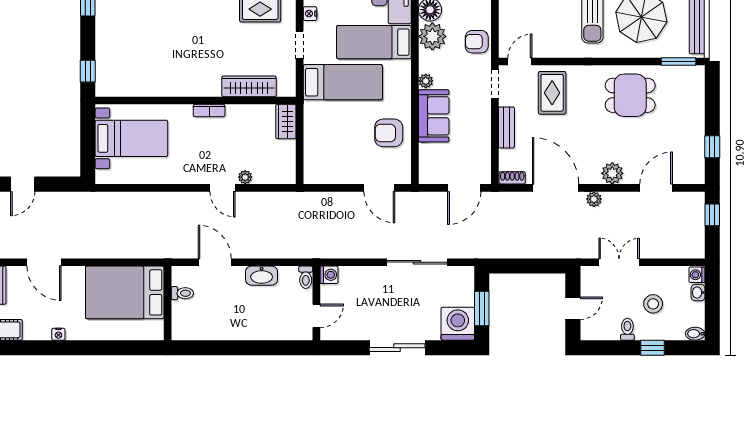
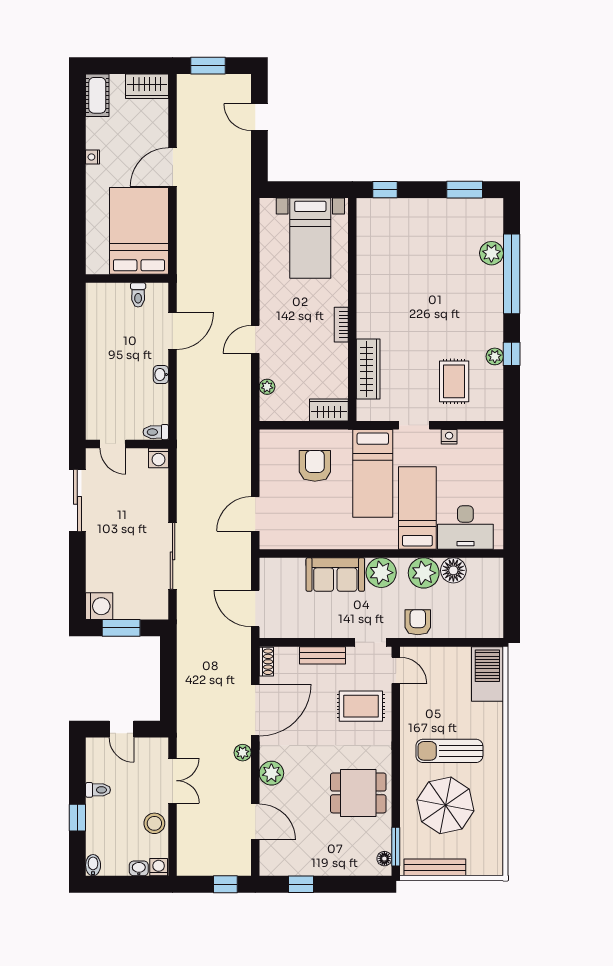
floor lamp: (689, 72) -> (384, 859), added
plant: (426, 81) -> (381, 573), width x1.88, depth x1.88
dining table: (630, 95) -> (358, 793), turned 90
armchair: (389, 133) -> (315, 466), moved
plant: (245, 177) -> (267, 387), moved
door: (44, 262) -> (173, 167), moved
washbasin: (262, 276) -> (161, 375), width x0.52, depth x0.69
stool: (653, 304) -> (154, 823), moved
washing machine: (458, 324) -> (99, 606), width x0.73, depth x0.73
sliding door: (397, 348) -> (77, 500), moved

